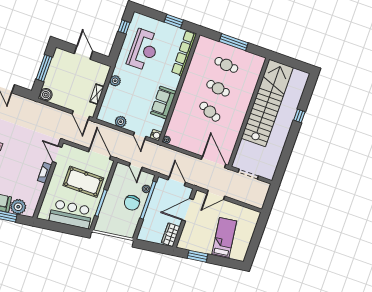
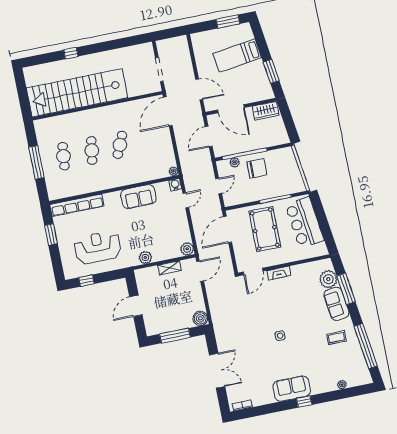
plant: (121, 122) -> (187, 249), moved
window: (253, 246) -> (228, 21), added

